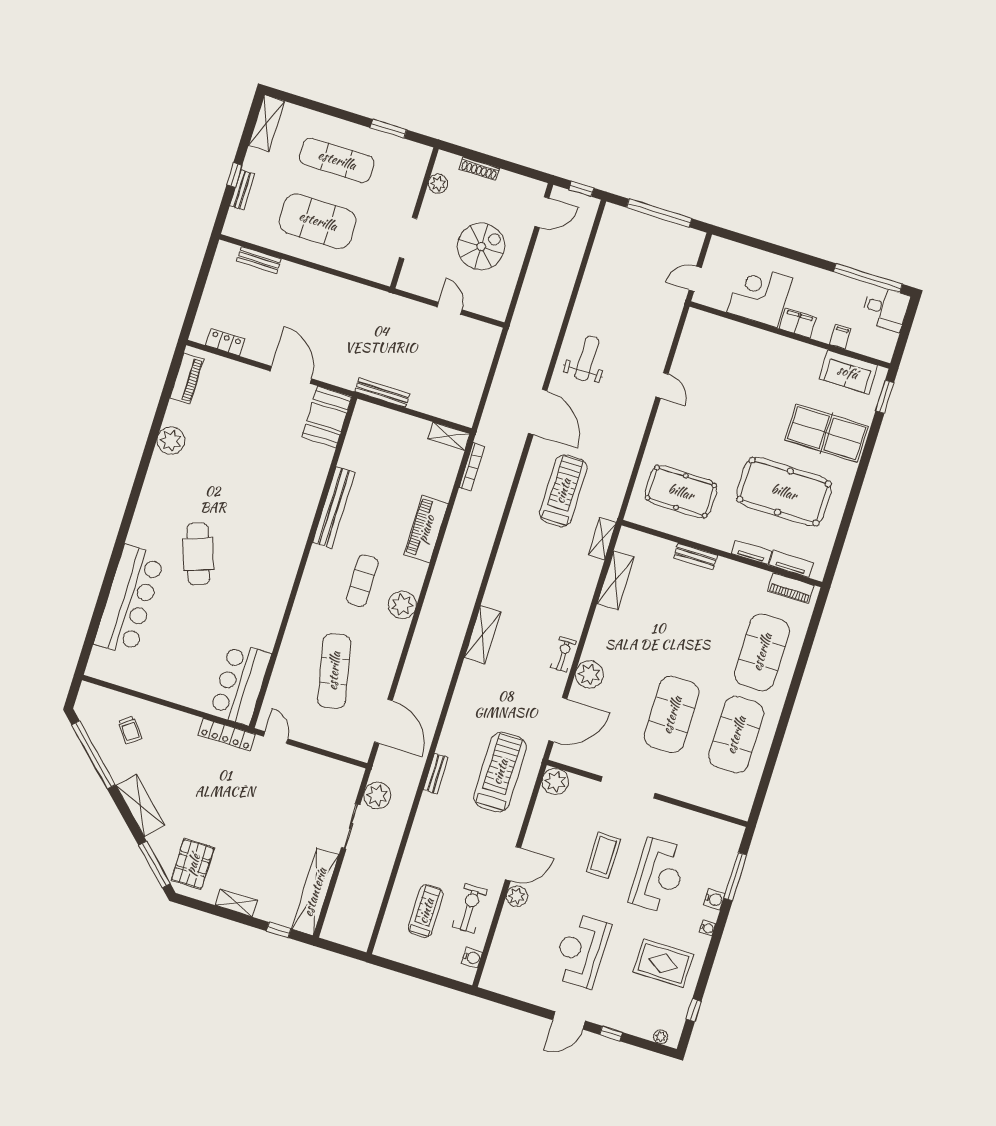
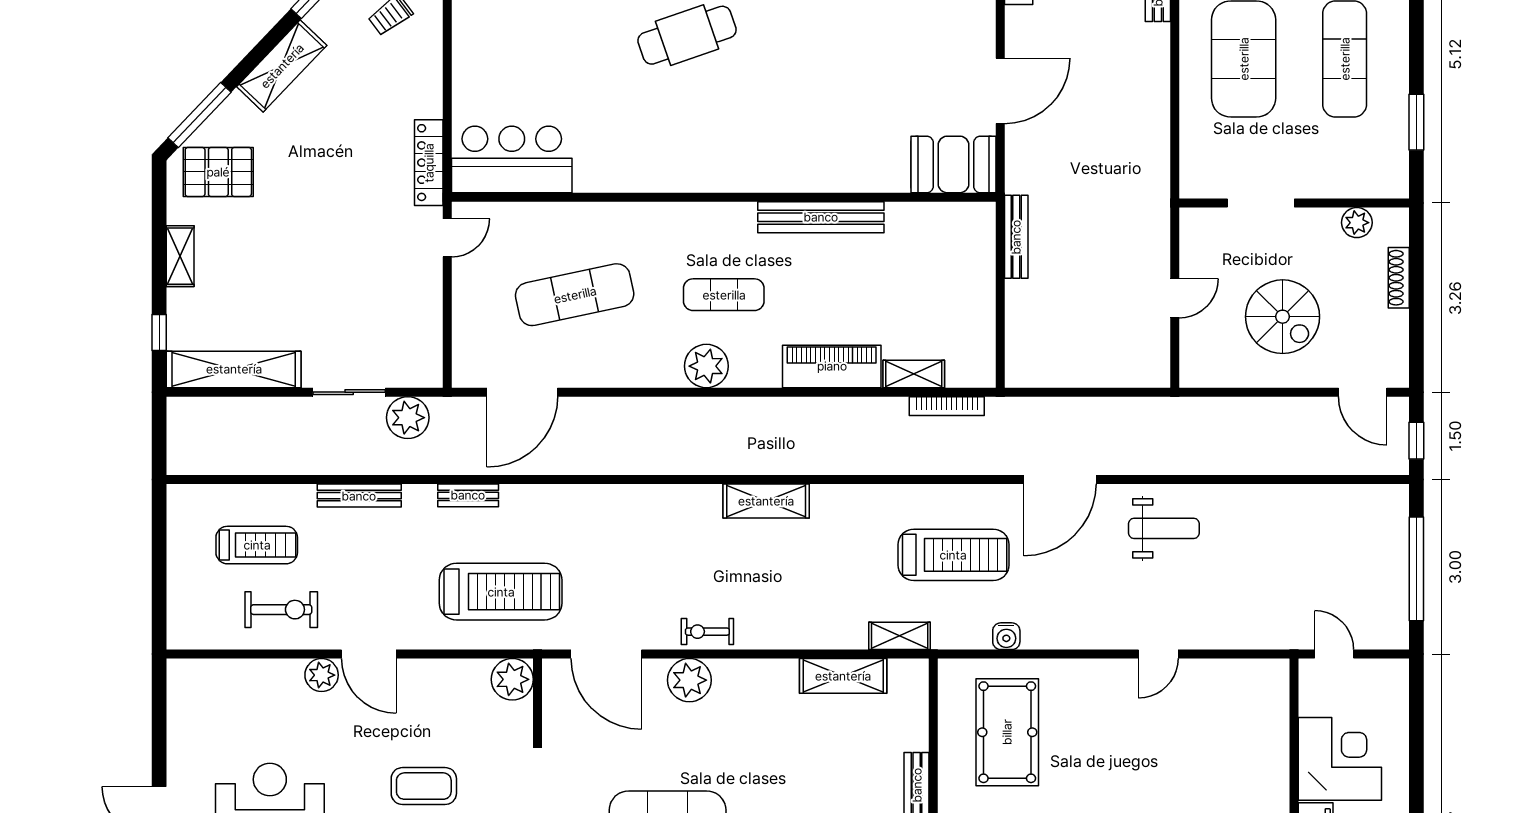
shelving: (449, 436) -> (914, 374), moved, turned 90
shelving: (483, 635) -> (766, 501), moved
exercise bike: (563, 654) -> (707, 632), turned 180
bench: (415, 840) -> (359, 496), added
water cooler: (472, 958) -> (1006, 636), moved

